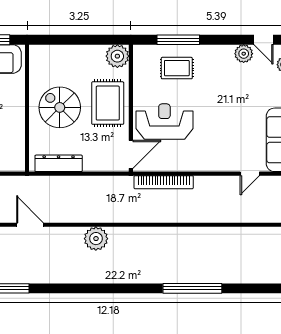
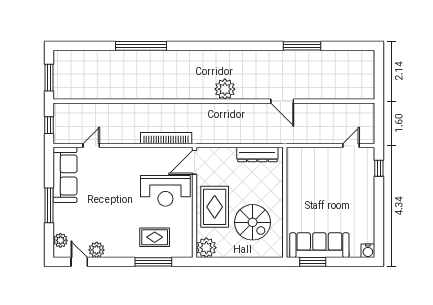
spiral stairs: (60, 107) -> (253, 222), moved

